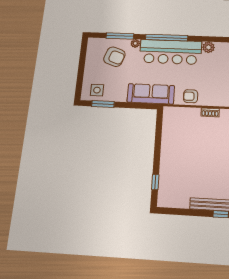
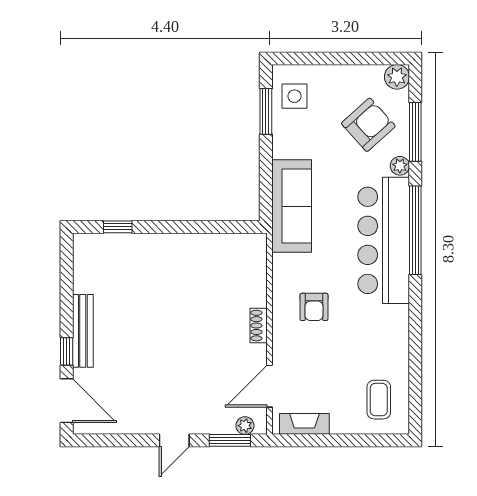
plant: (208, 47) -> (397, 77), moved
armchair: (114, 57) -> (368, 125), turned -152
armchair: (191, 96) -> (314, 307), moved, turned 180

